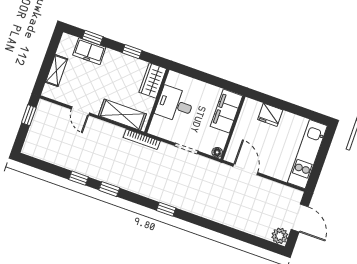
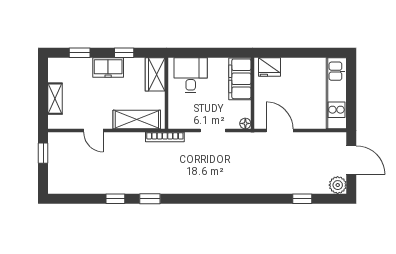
freezer: (89, 51) -> (108, 67), moved
desk: (175, 104) -> (191, 75), moved, turned 90
fridge: (270, 115) -> (269, 67), moved
window: (166, 209) -> (302, 199), moved

